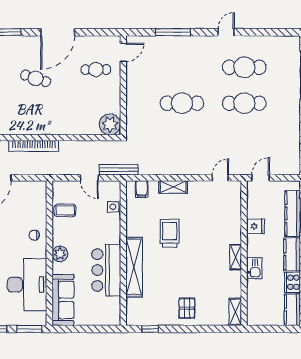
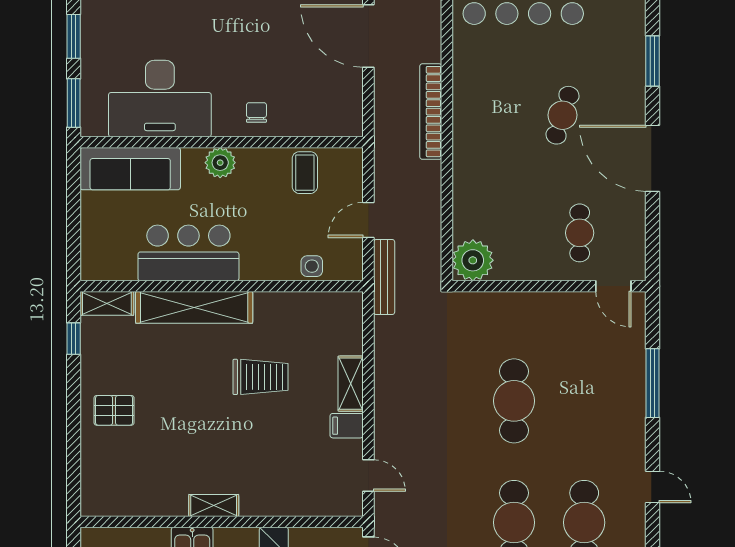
filing cabinet: (142, 189) -> (347, 426), moved
shelving: (235, 312) -> (107, 303), moved

